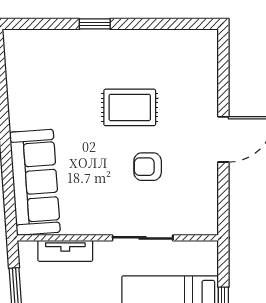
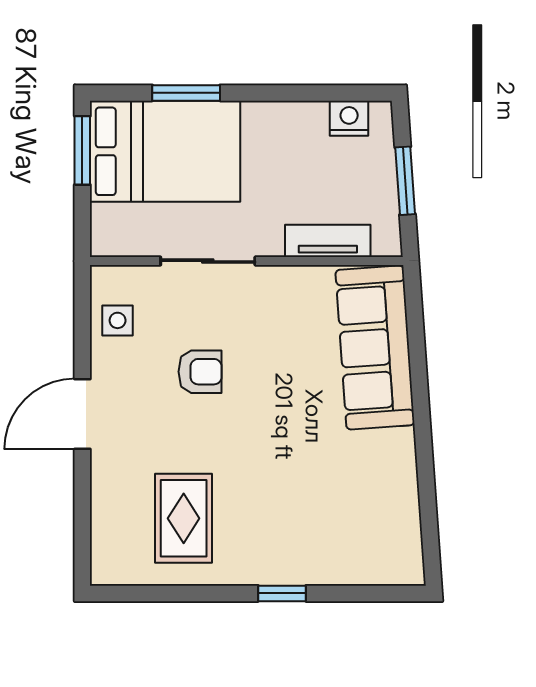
rug: (130, 107) -> (184, 518), moved, turned 90
side table: (201, 200) -> (118, 320), added

